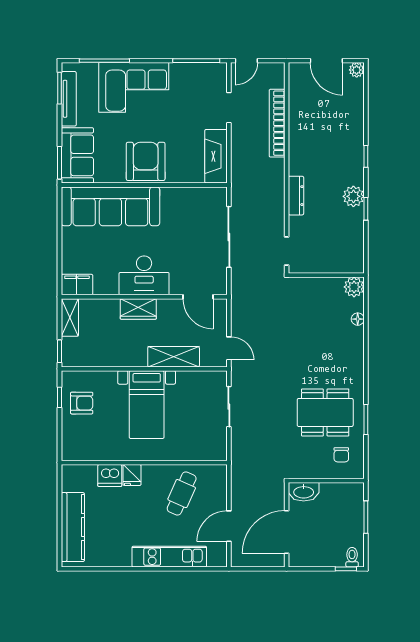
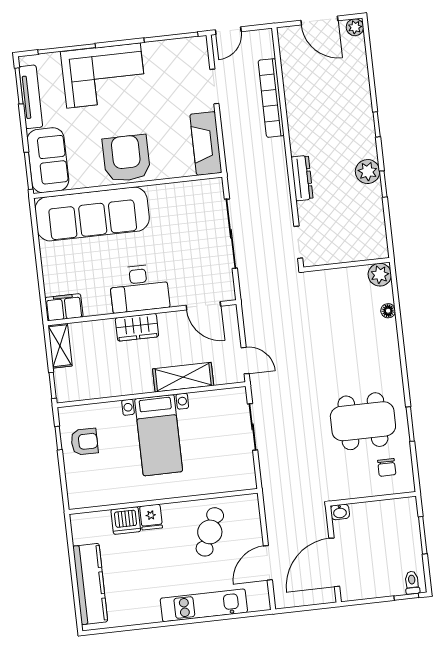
washbasin: (304, 492) -> (340, 512), width x0.52, depth x0.69

